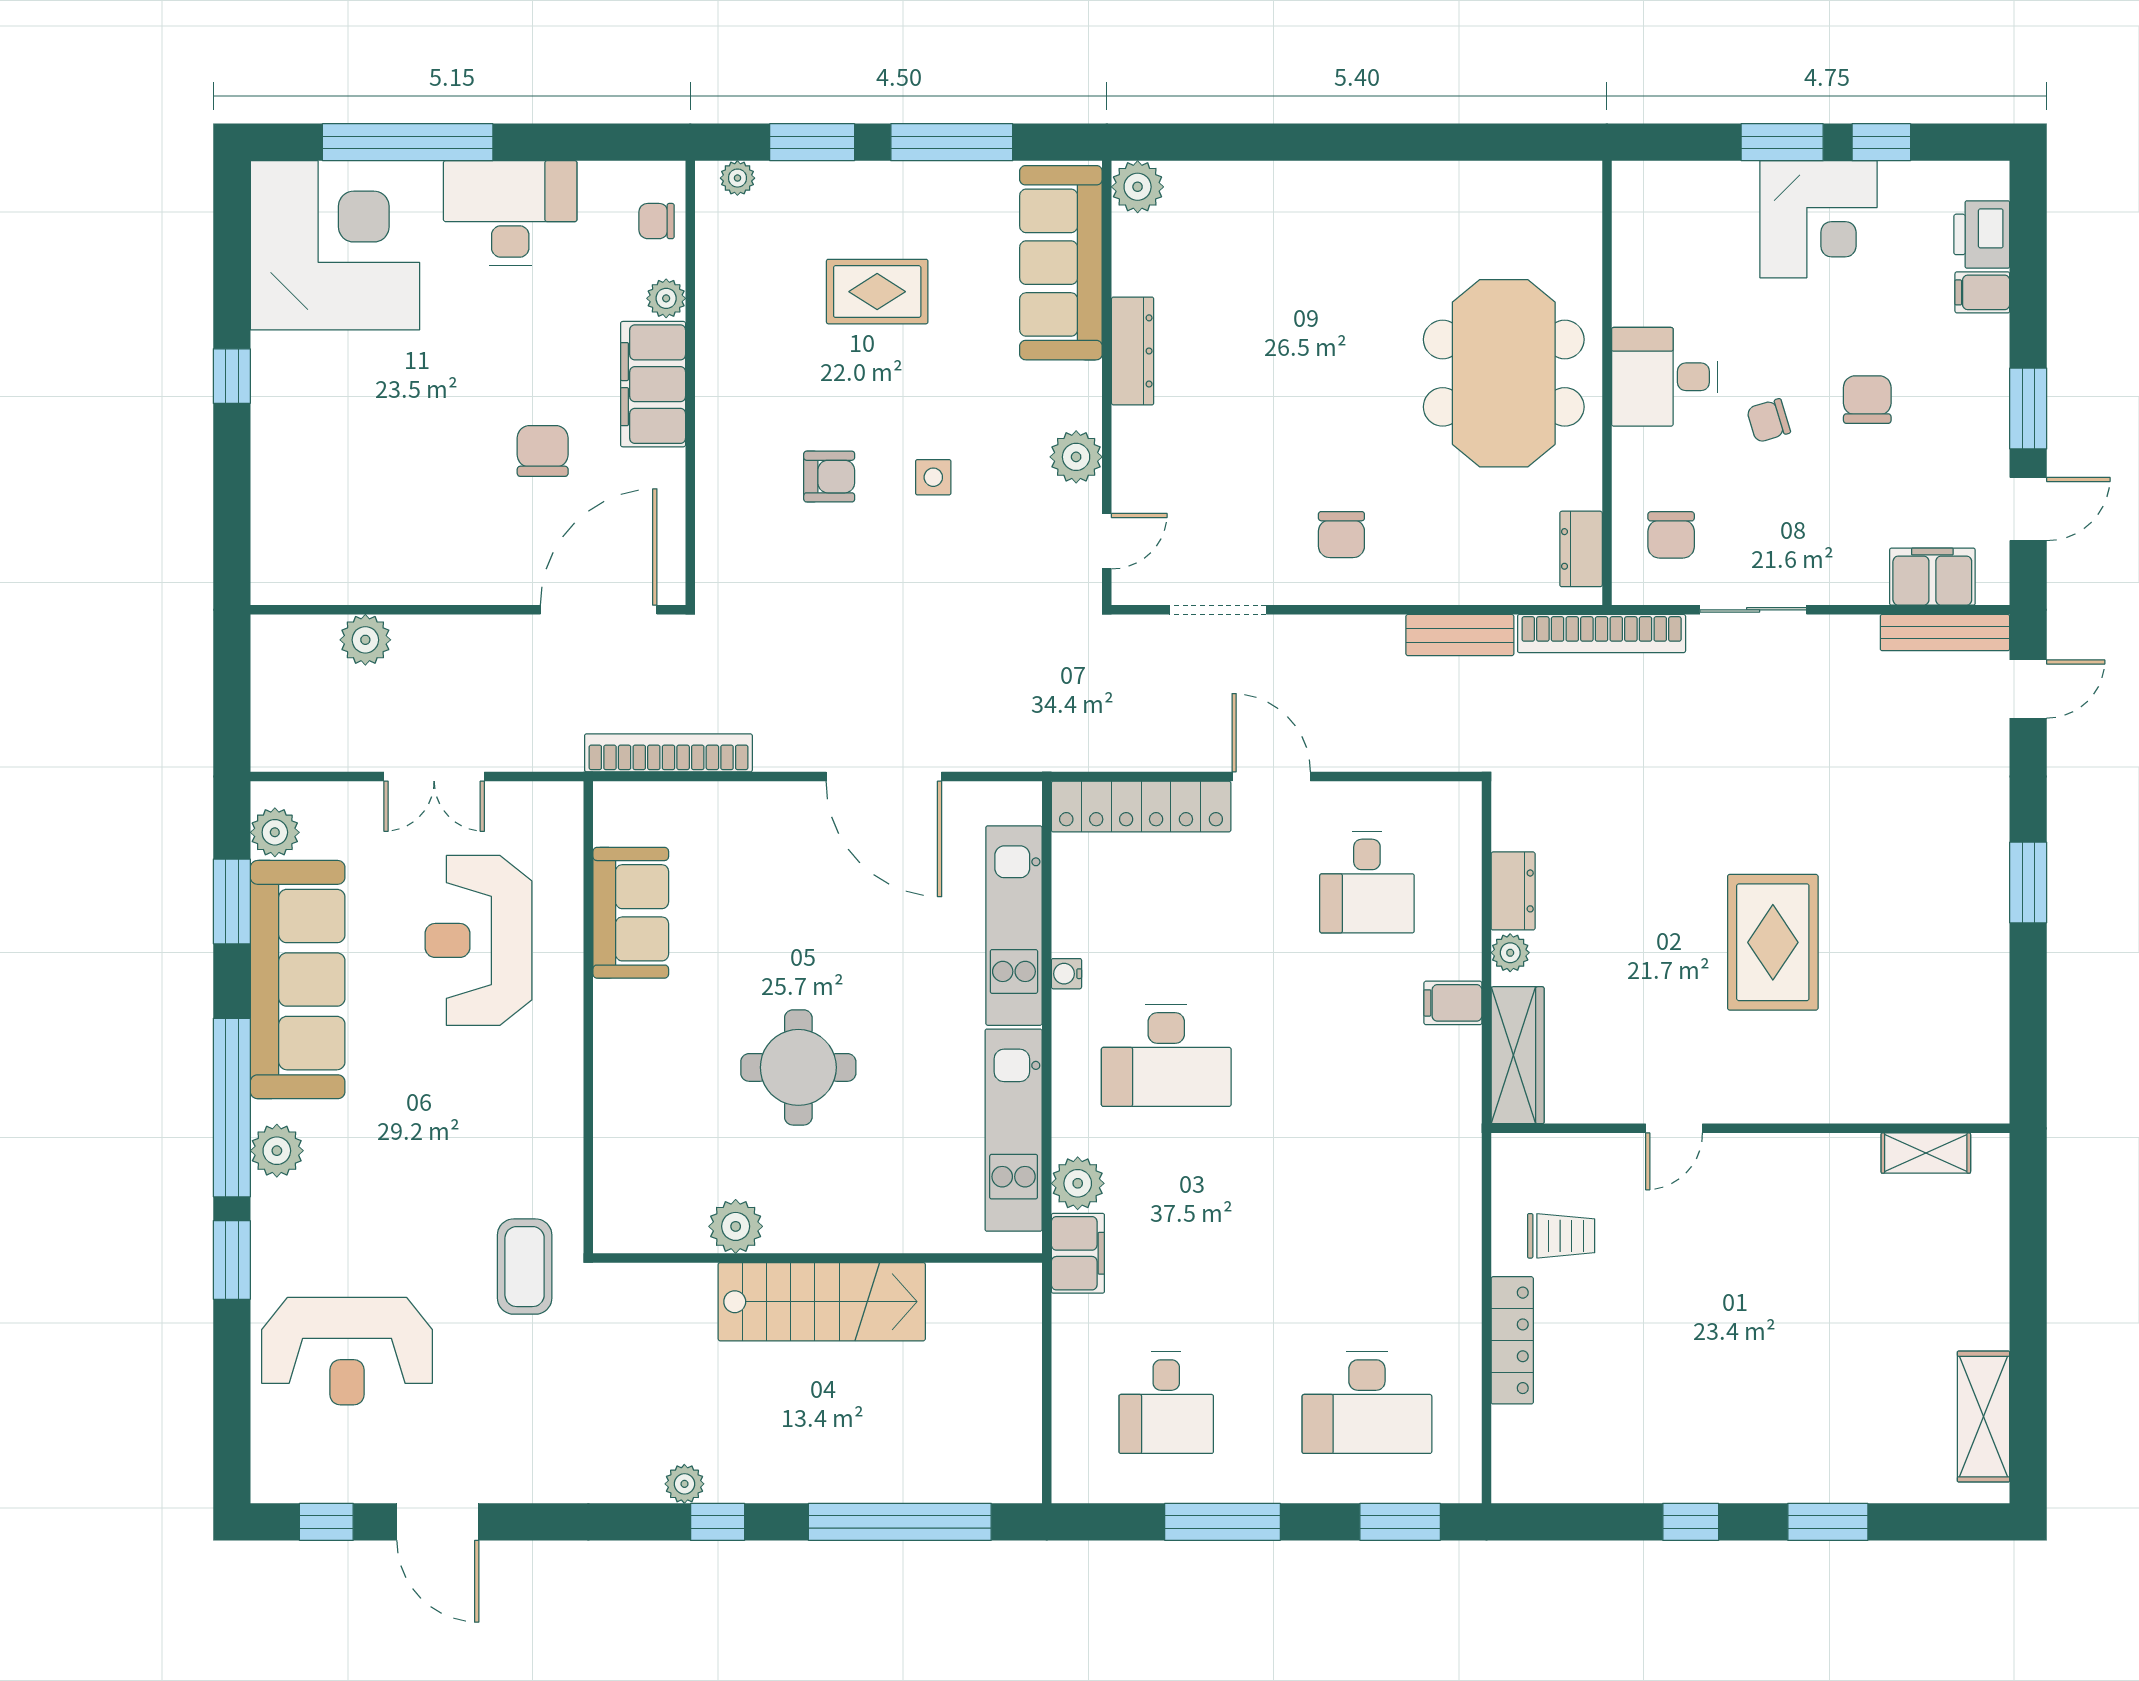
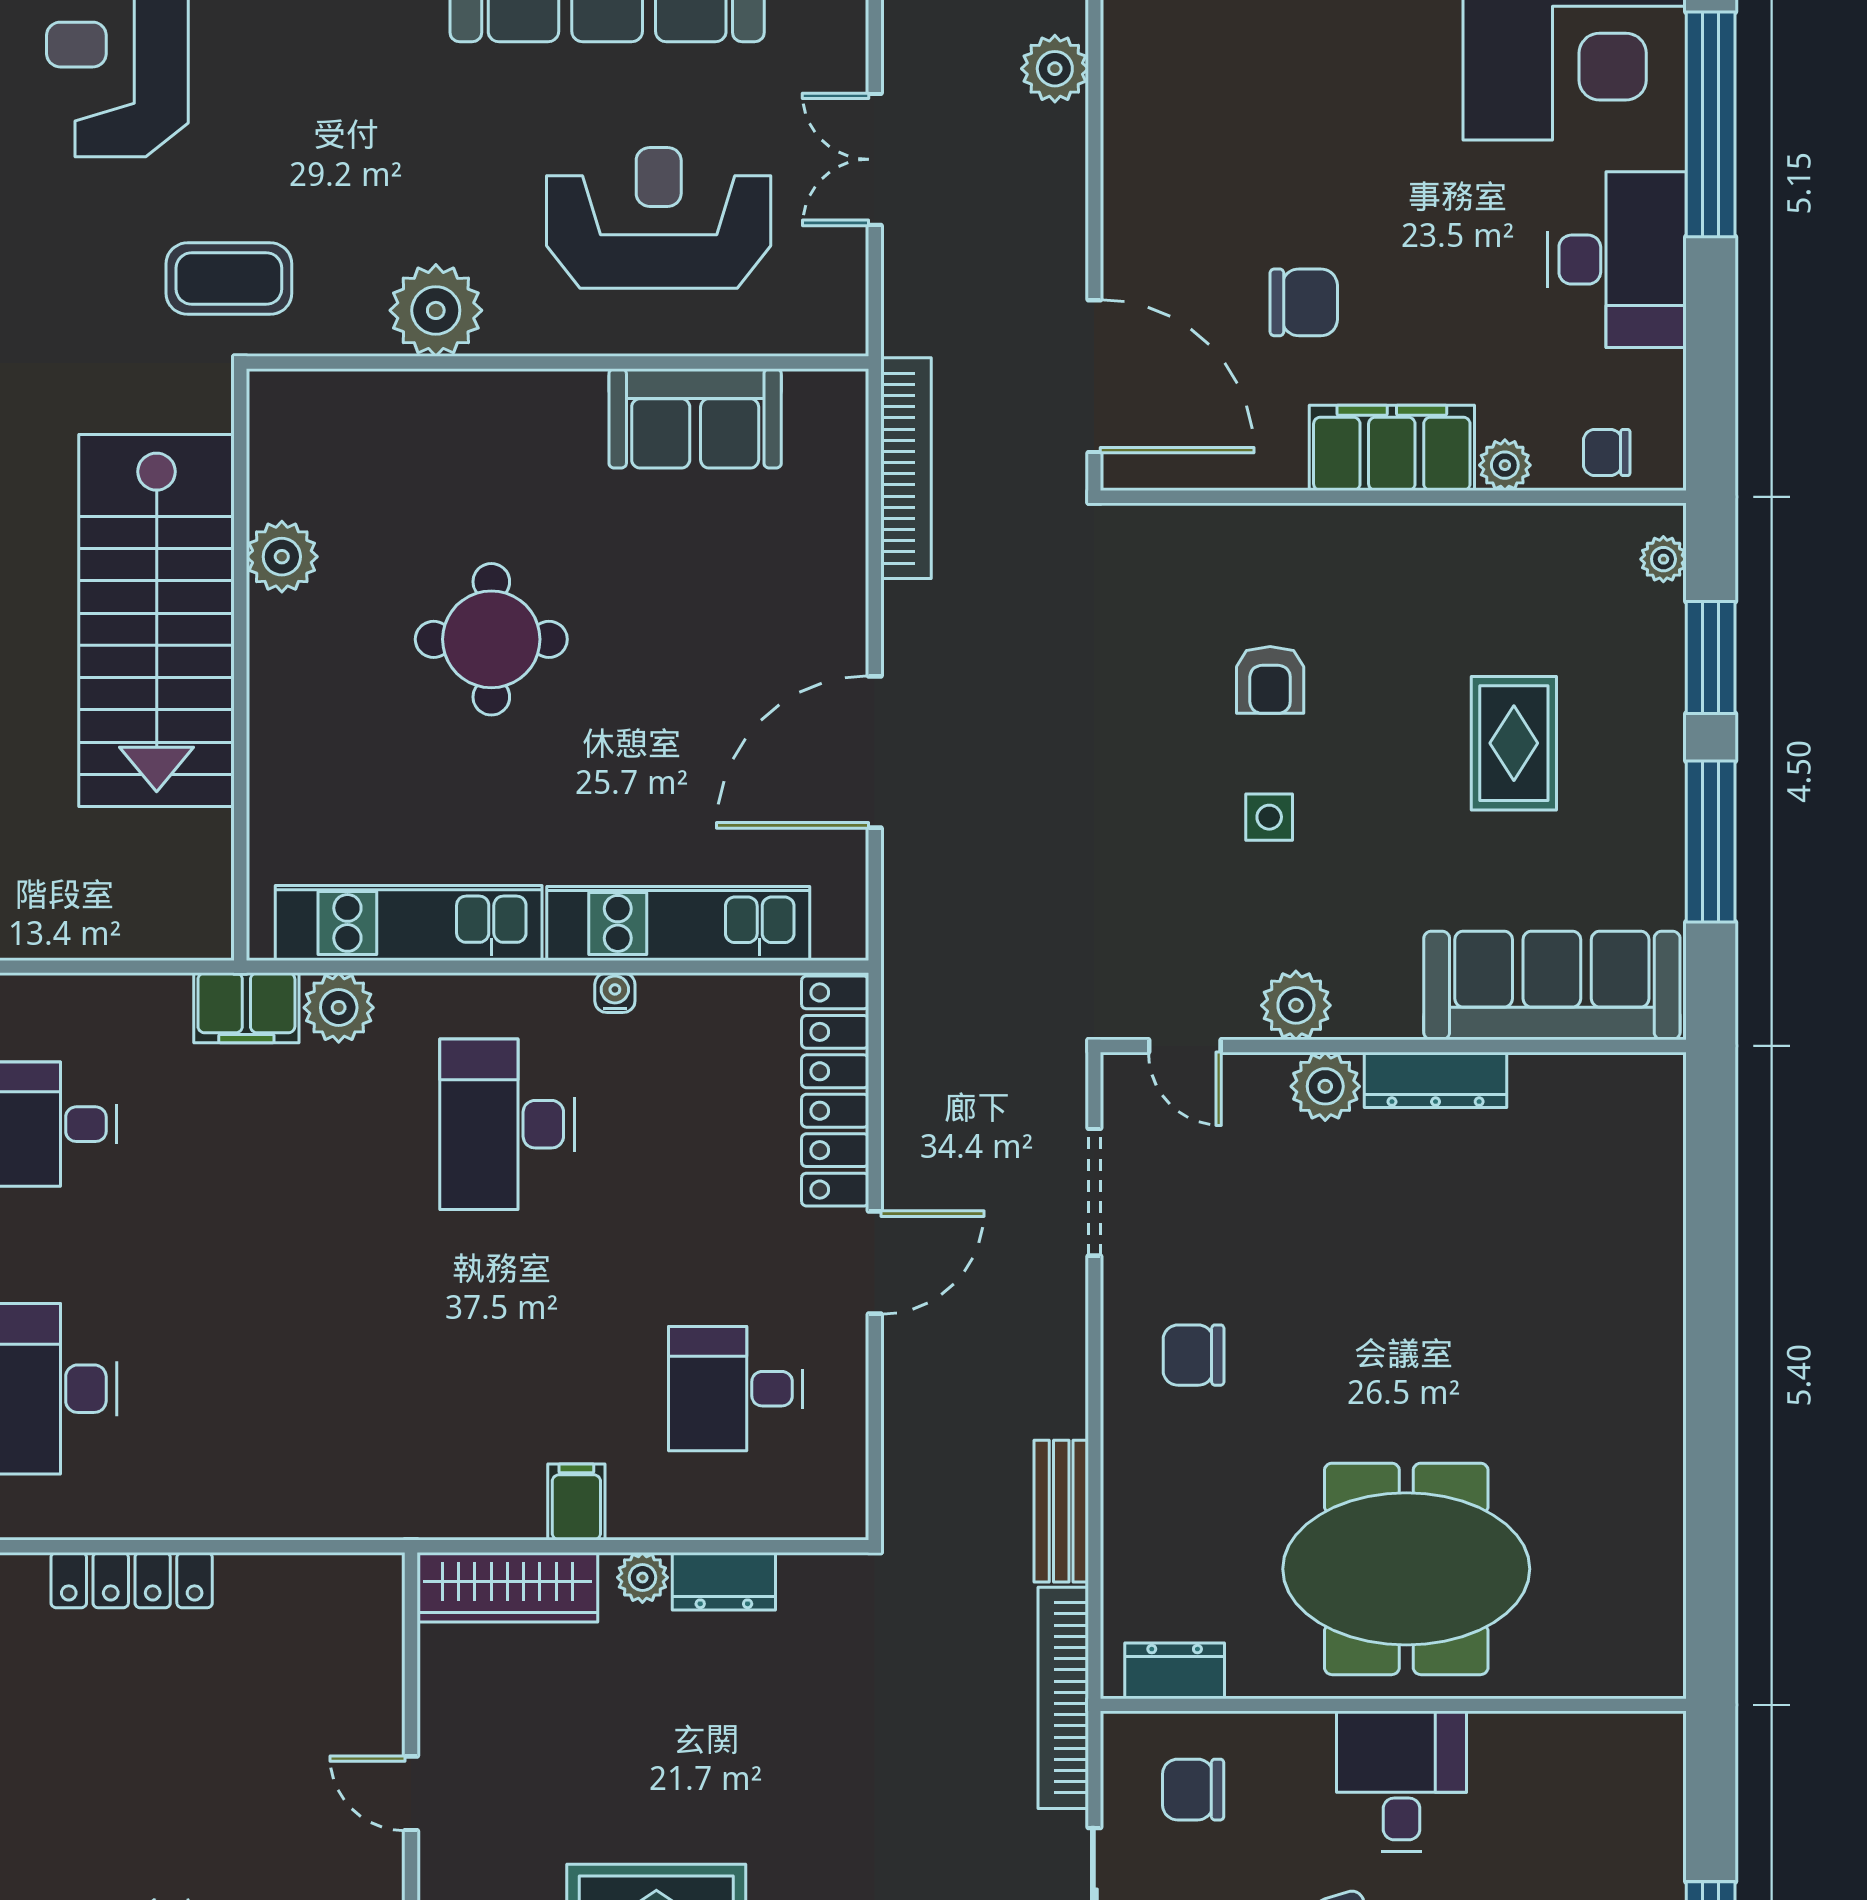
plant: (1138, 187) -> (1325, 1086), moved
chair: (657, 221) -> (1607, 452), turned -90
plant: (549, 1110) -> (436, 310), added
trolley: (1561, 1236) -> (269, 1645), removed
stairs: (822, 1302) -> (157, 621), width x1.36, depth x1.51

